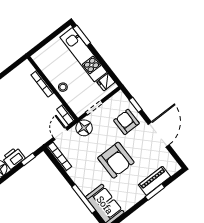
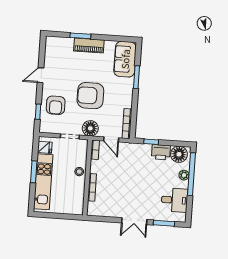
window: (82, 35) -> (34, 172), moved
door: (60, 134) -> (111, 139), hinge flipped
door: (159, 135) -> (41, 75), width x0.53
armchair: (116, 160) -> (90, 96), moved, turned -90
piano: (154, 181) -> (89, 45), moved
window: (84, 199) -> (136, 77), width x0.69

